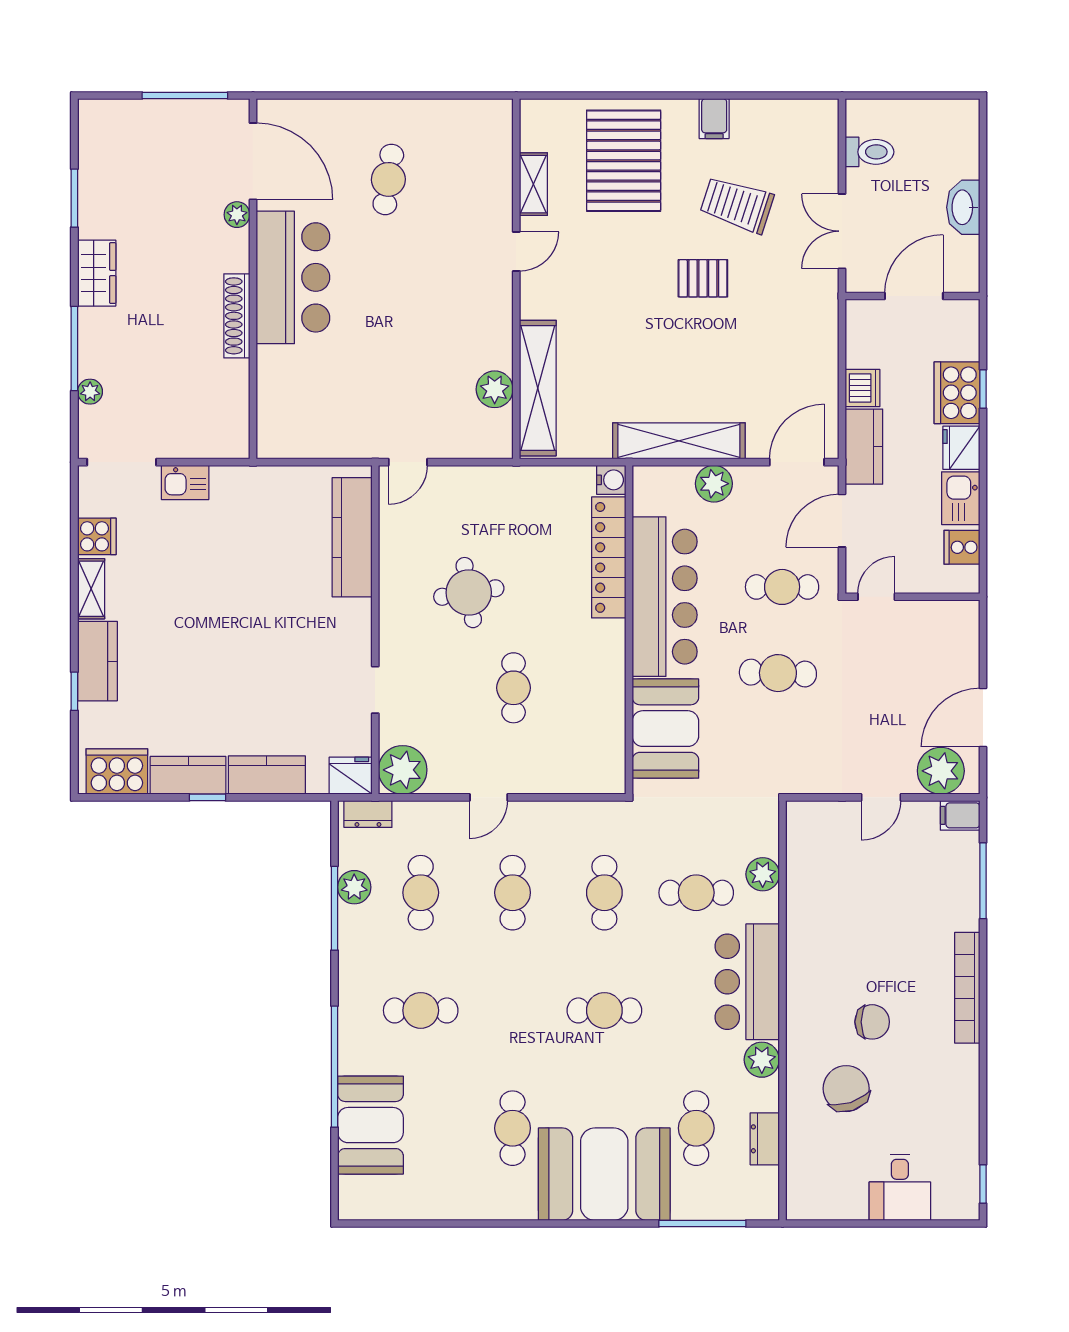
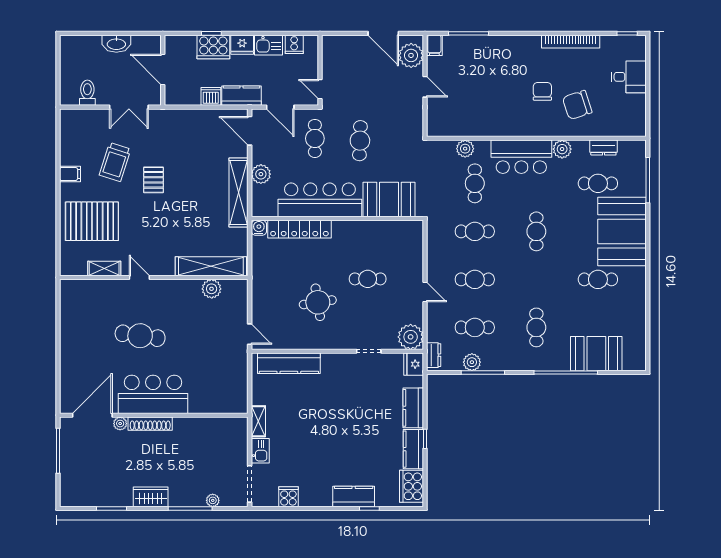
cafe table: (388, 179) -> (140, 336), moved, width x1.37, depth x1.35
shoe rack: (237, 316) -> (150, 424), moved
shelving: (91, 589) -> (258, 421), moved, turned 90
bookcase: (967, 988) -> (571, 42), moved

